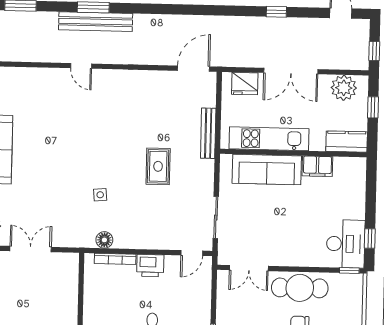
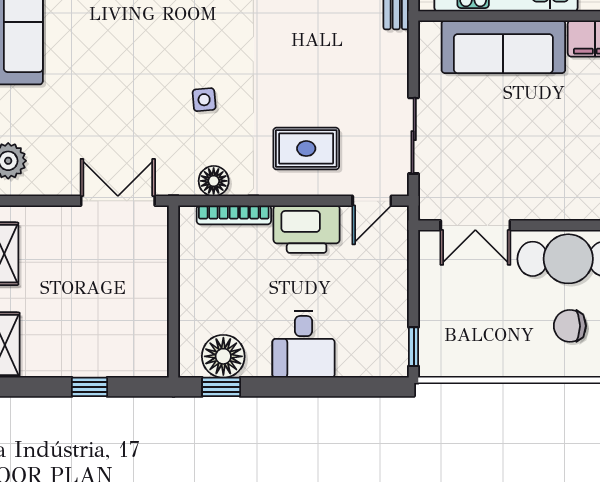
rug: (158, 166) -> (306, 149), moved, turned 90
double door: (31, 249) -> (118, 201), moved
printer: (150, 266) -> (307, 229), width x1.37, depth x1.19

